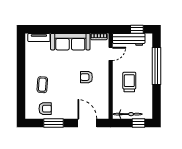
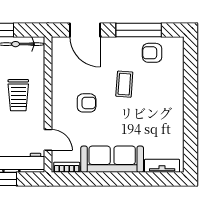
door: (111, 54) -> (48, 140), swing flipped
coffee table: (42, 85) -> (124, 84), moved
window: (54, 123) -> (139, 30), width x1.44

